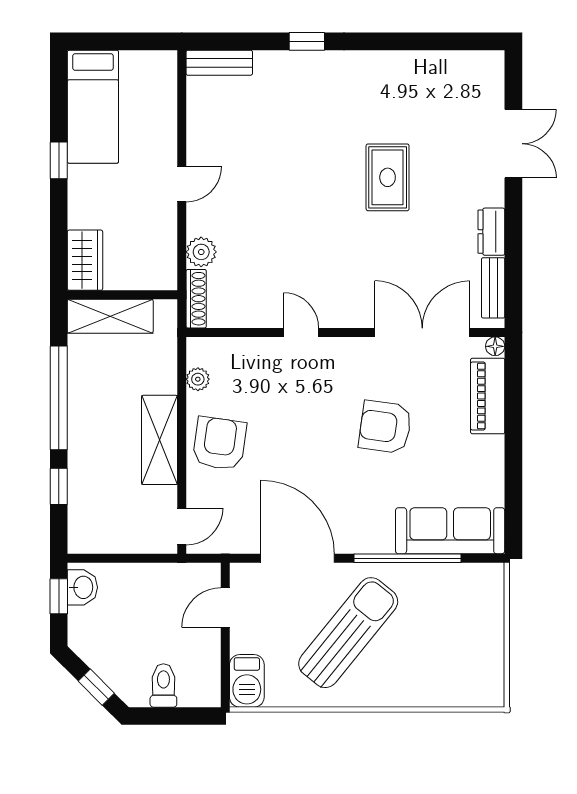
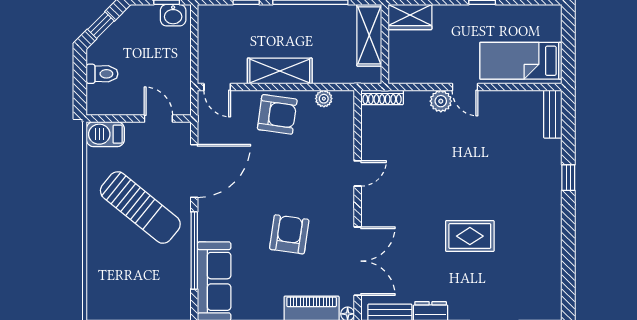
bed: (93, 107) -> (521, 61), moved
plant: (201, 252) -> (441, 101), moved

